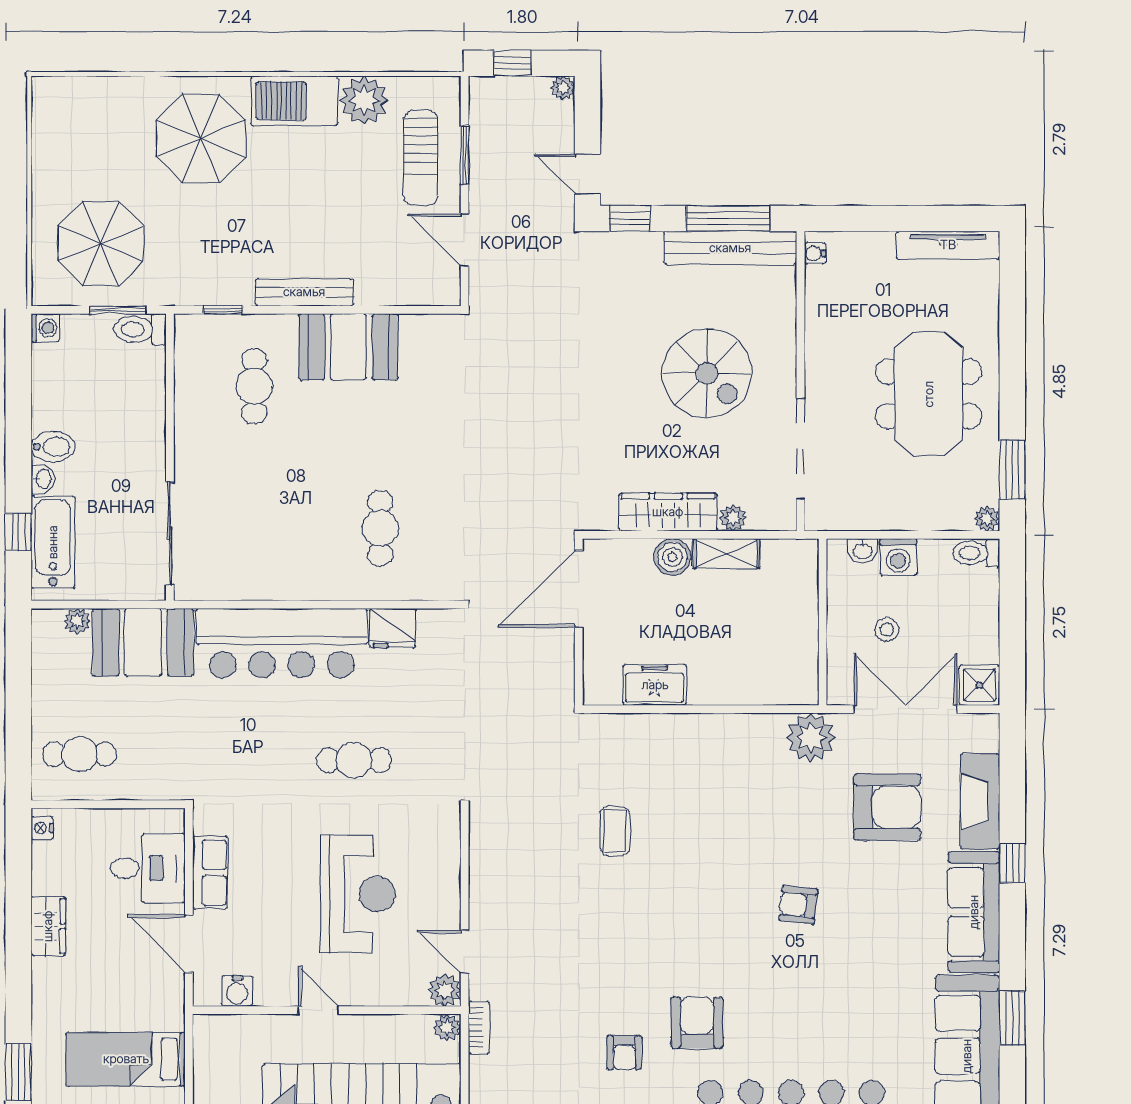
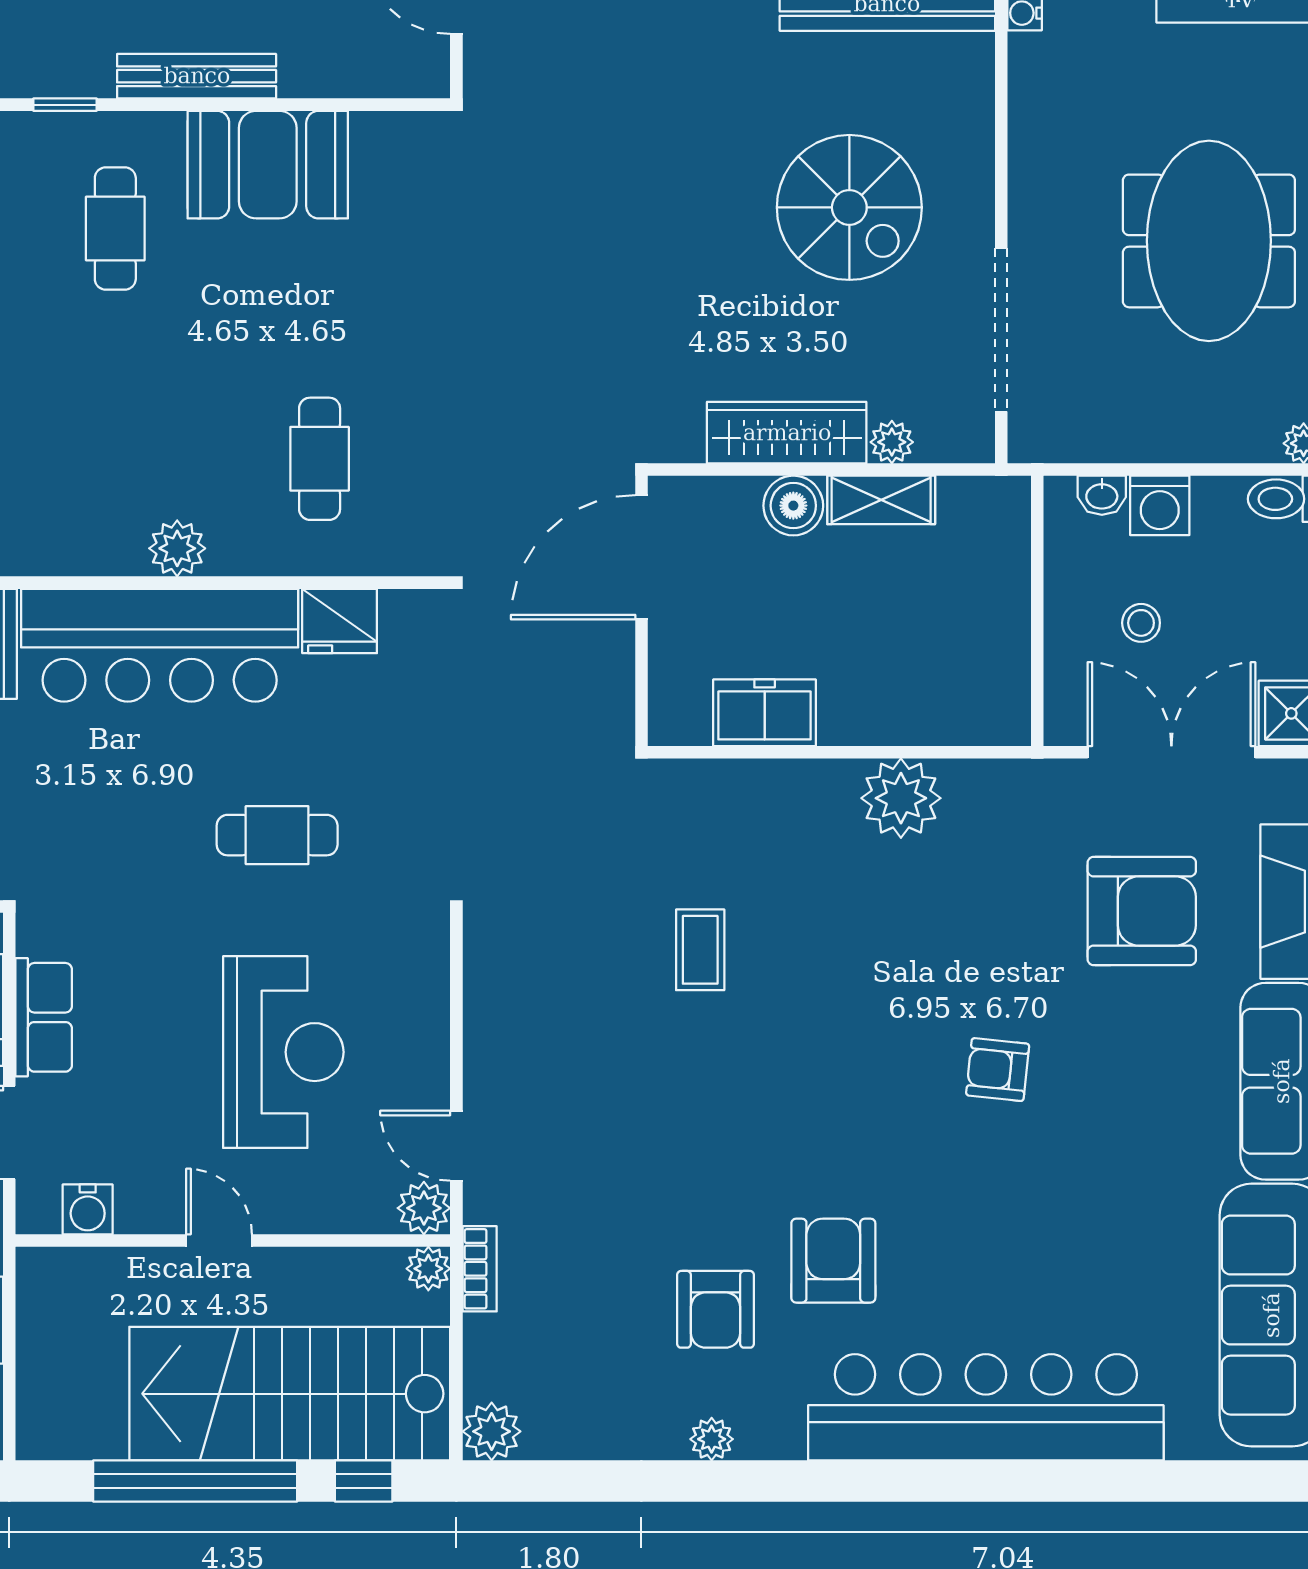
plant: (292, 583) -> (177, 548), added
plant: (811, 737) -> (901, 798), moved
armchair: (624, 1053) -> (715, 1309), width x1.38, depth x1.38

